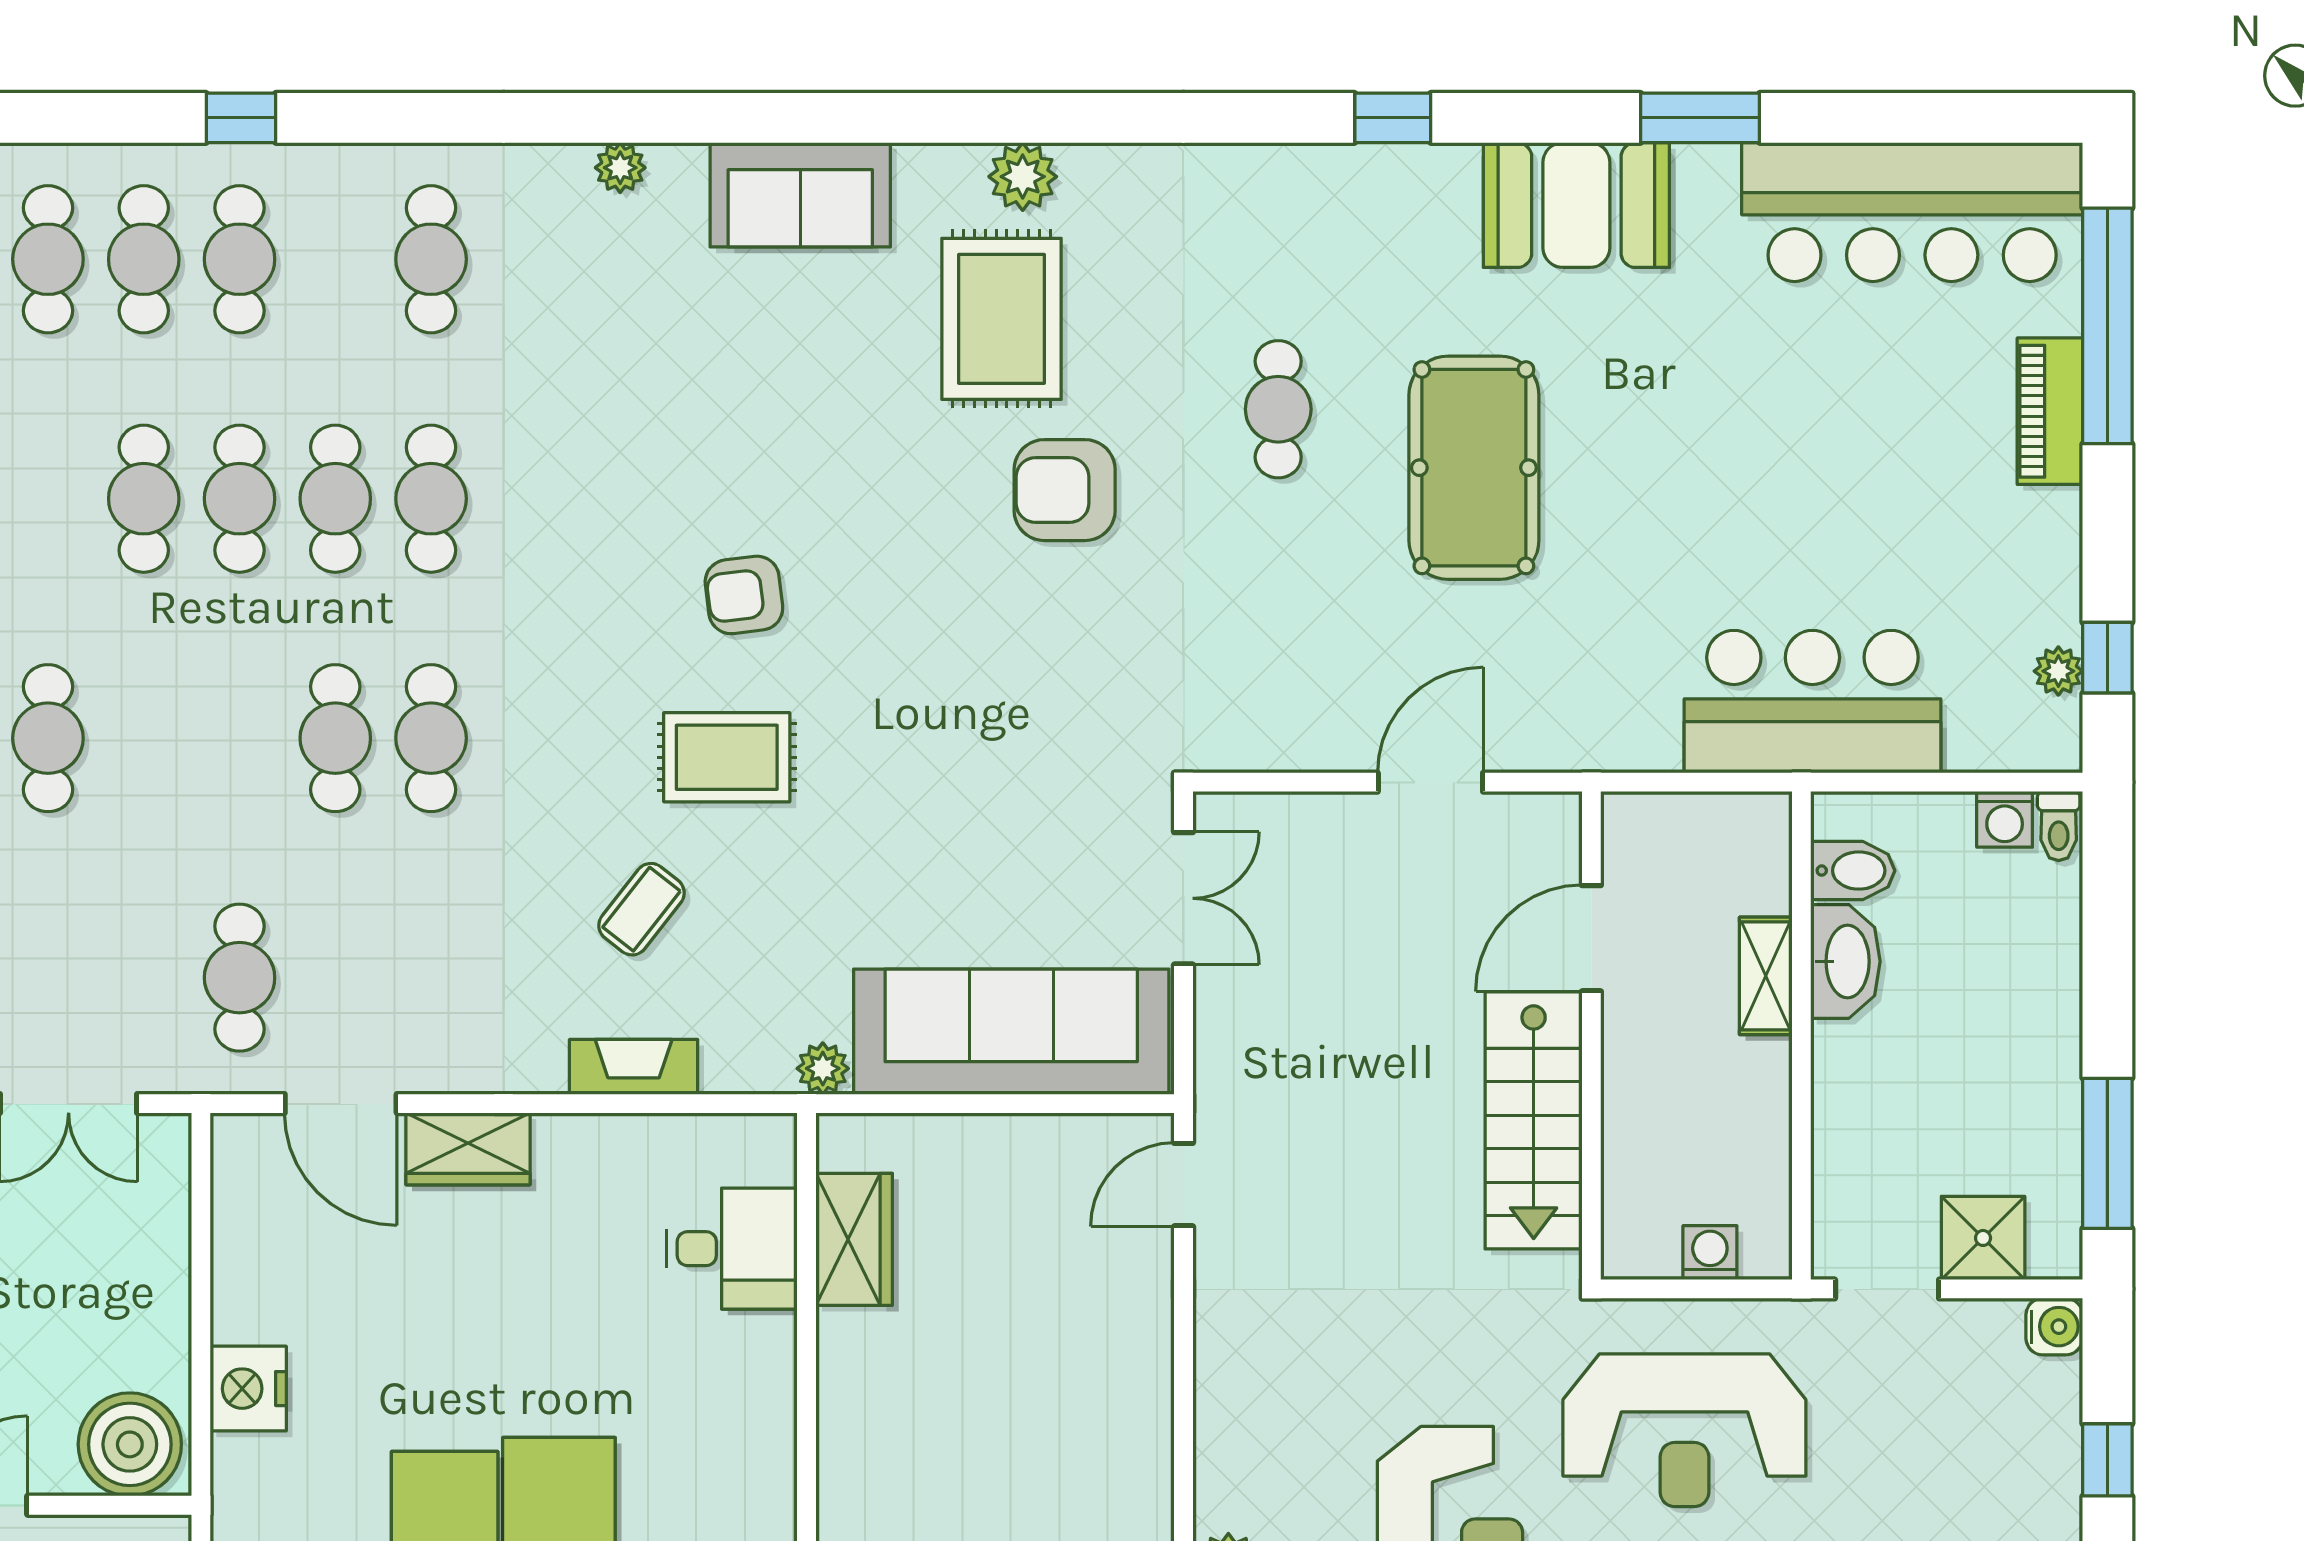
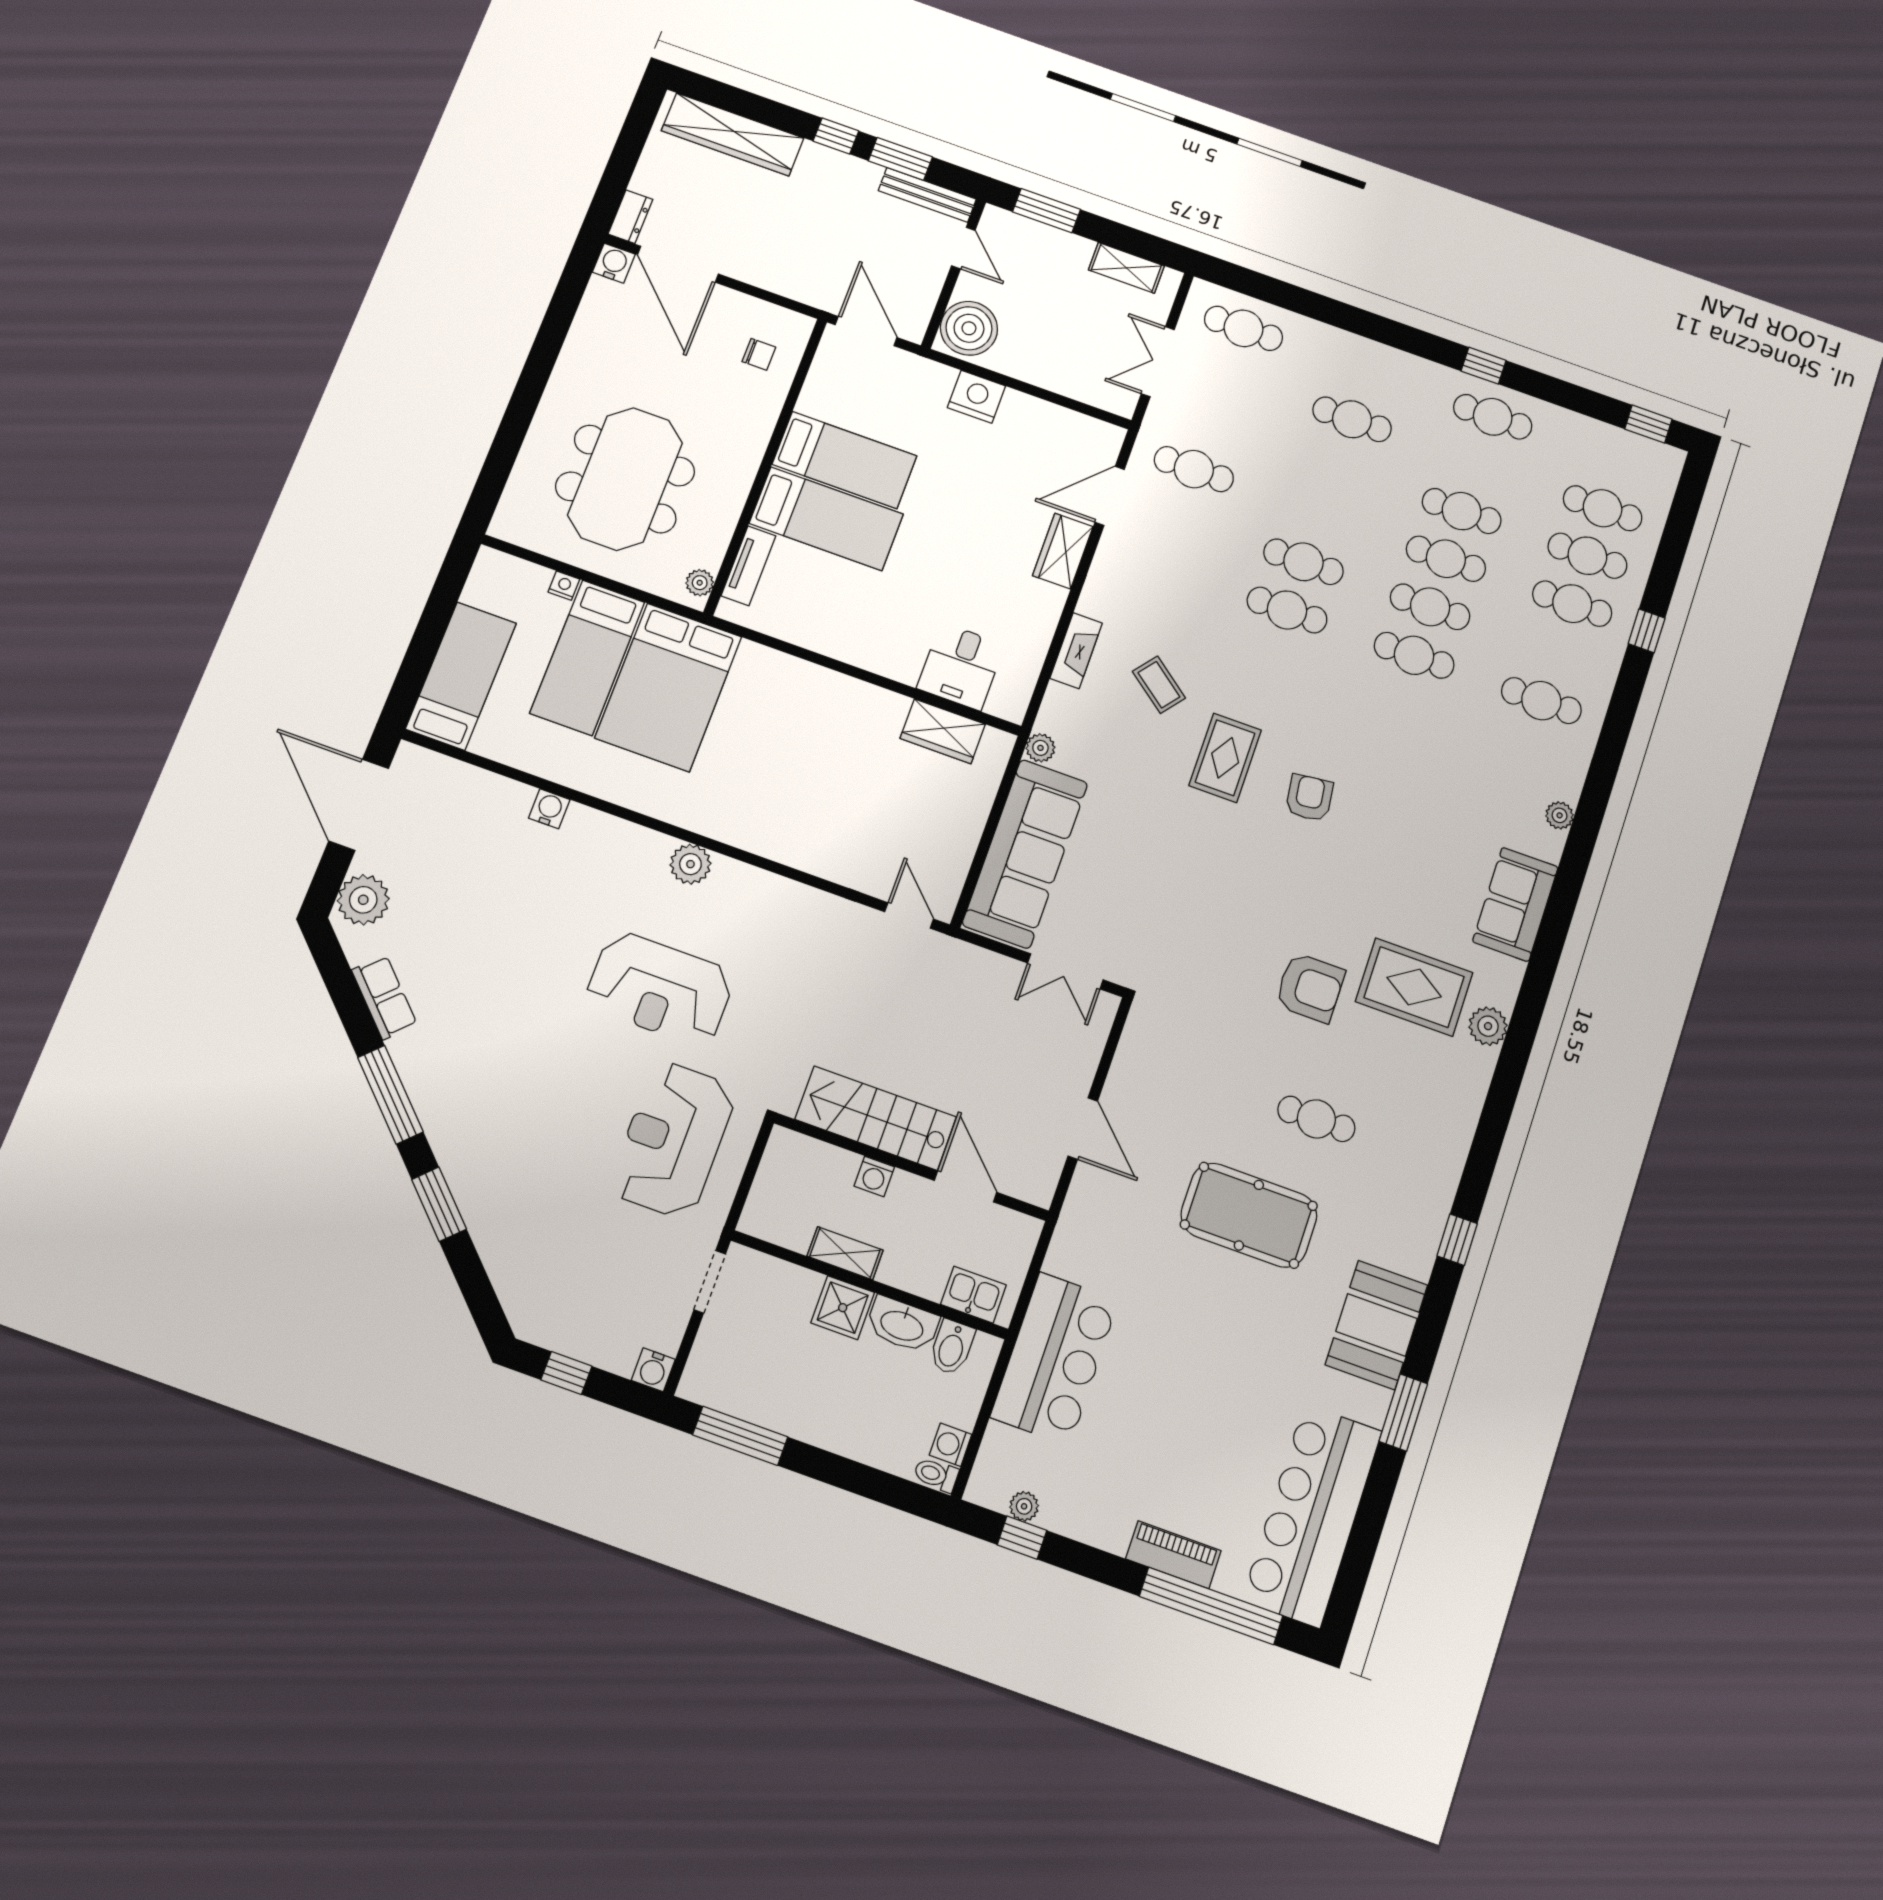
armchair: (1065, 490) -> (1310, 987), turned 90
kitchen sink: (1758, 865) -> (973, 1295), added
shelving: (1766, 976) -> (845, 1253), moved
shower: (1983, 1238) -> (843, 1308), moved
washing machine: (1710, 1253) -> (874, 1176), moved, turned 90

